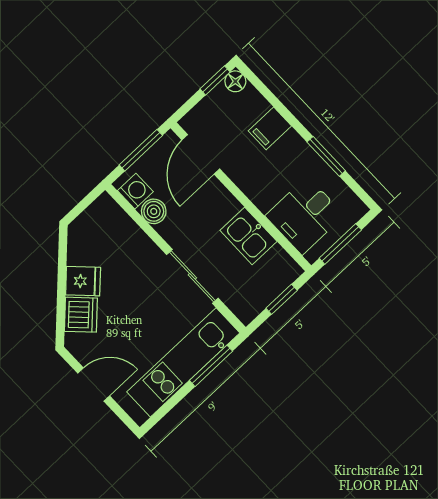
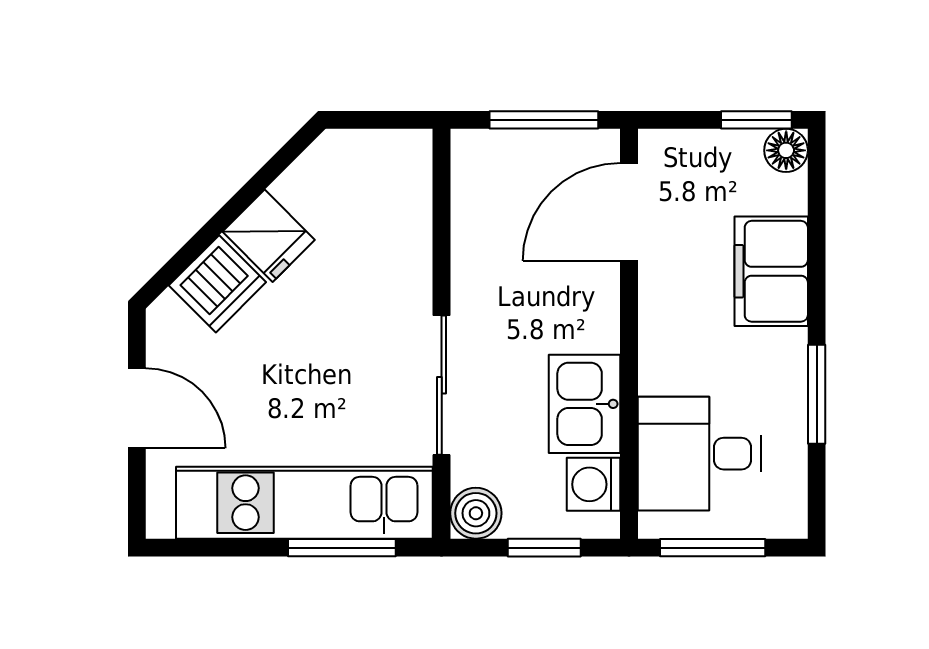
filing cabinet: (270, 128) -> (771, 271), width x2.00
washing machine: (135, 191) -> (594, 484), moved, turned 180
boiler: (154, 211) -> (476, 513), moved

